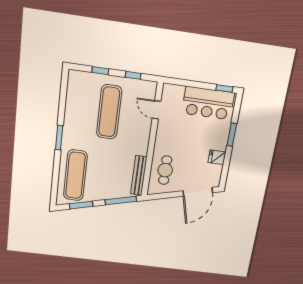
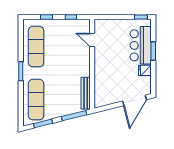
bar counter: (208, 103) -> (141, 45), moved, turned 90
exercise mat: (109, 112) -> (36, 47), moved
cafe table: (165, 170) -> (106, 86), removed

